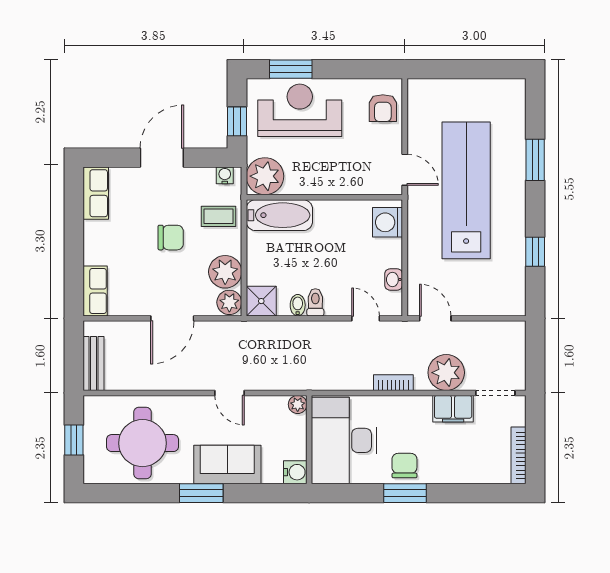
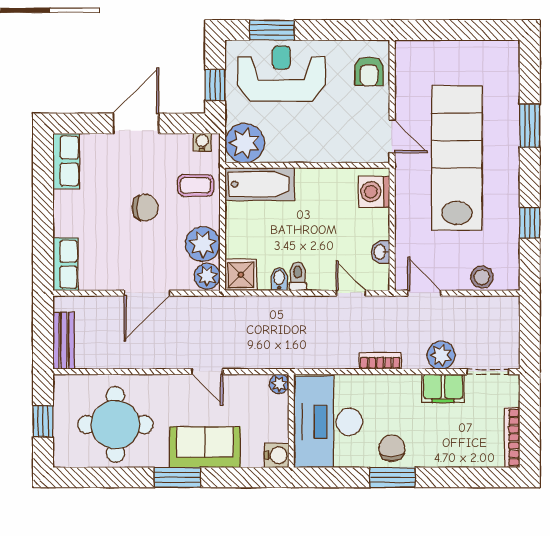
stool: (490, 303) -> (482, 277), added
plant: (446, 373) -> (441, 355), width x0.73, depth x0.73

